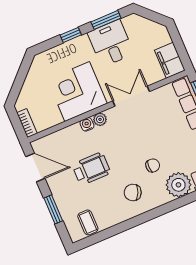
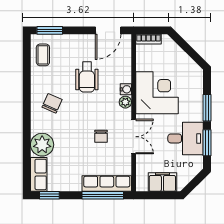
window: (71, 35) -> (207, 108), width x1.50
filing cabinet: (170, 60) -> (162, 182), moved
chair: (153, 165) -> (101, 136), moved
window: (53, 209) -> (50, 30), moved
coffee table: (88, 222) -> (43, 55), turned 90

